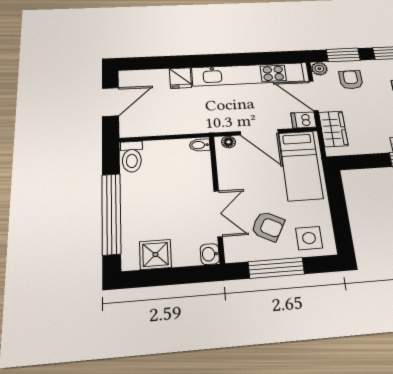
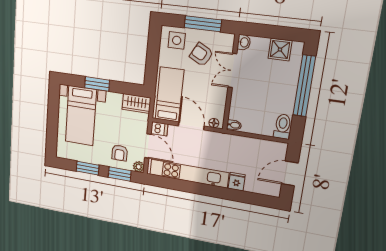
wardrobe: (333, 129) -> (136, 104), moved, turned -90

